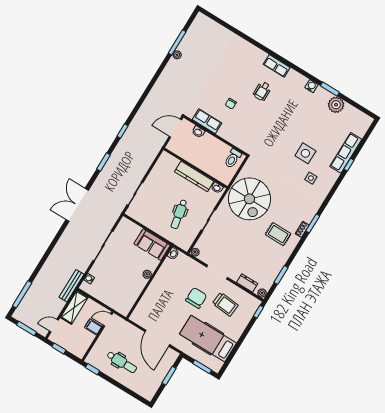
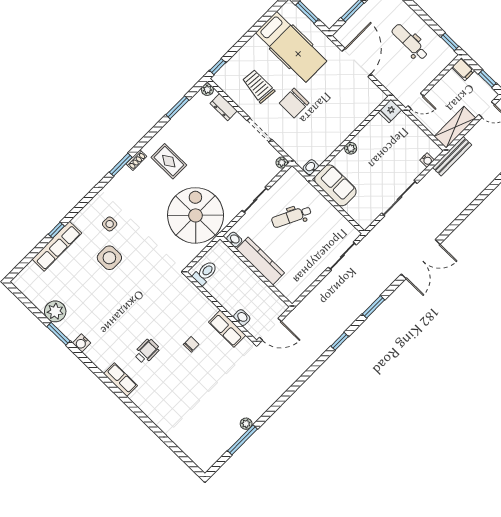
dental chair: (179, 214) -> (291, 217), turned -143
fridge: (125, 308) -> (390, 111), added
filing cabinet: (93, 327) -> (463, 69), moved

